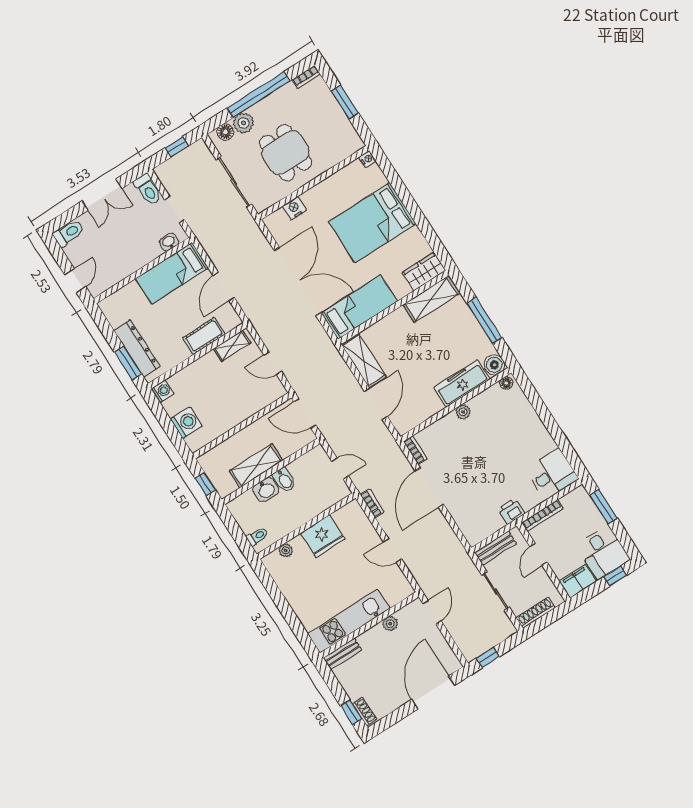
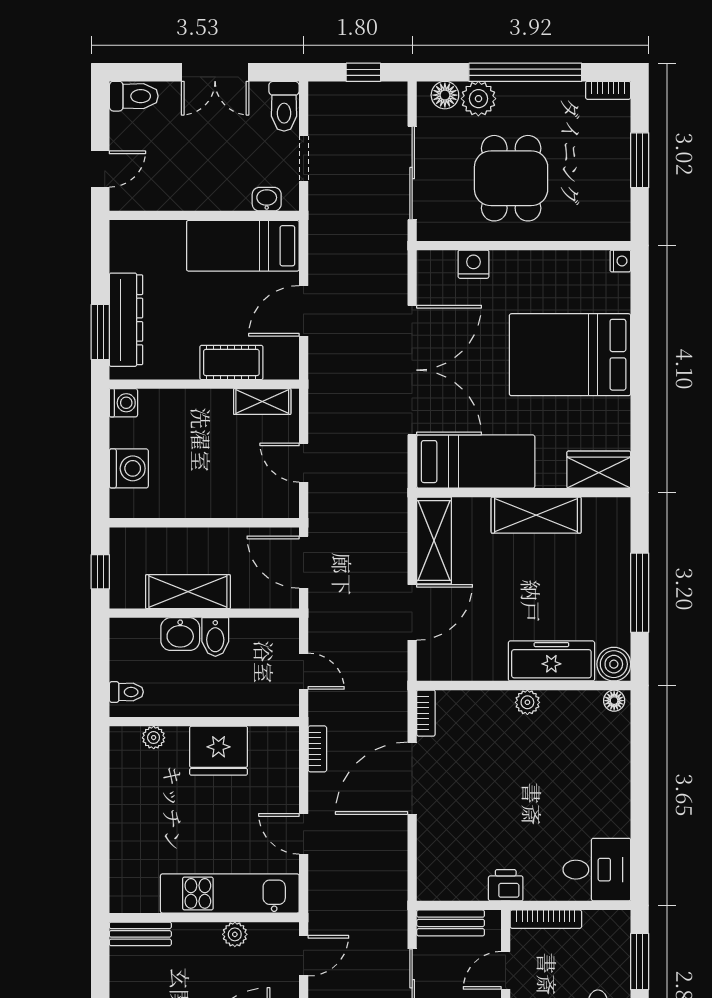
shelving: (431, 299) -> (536, 515), moved
kitchen unit: (349, 621) -> (230, 893), moved

